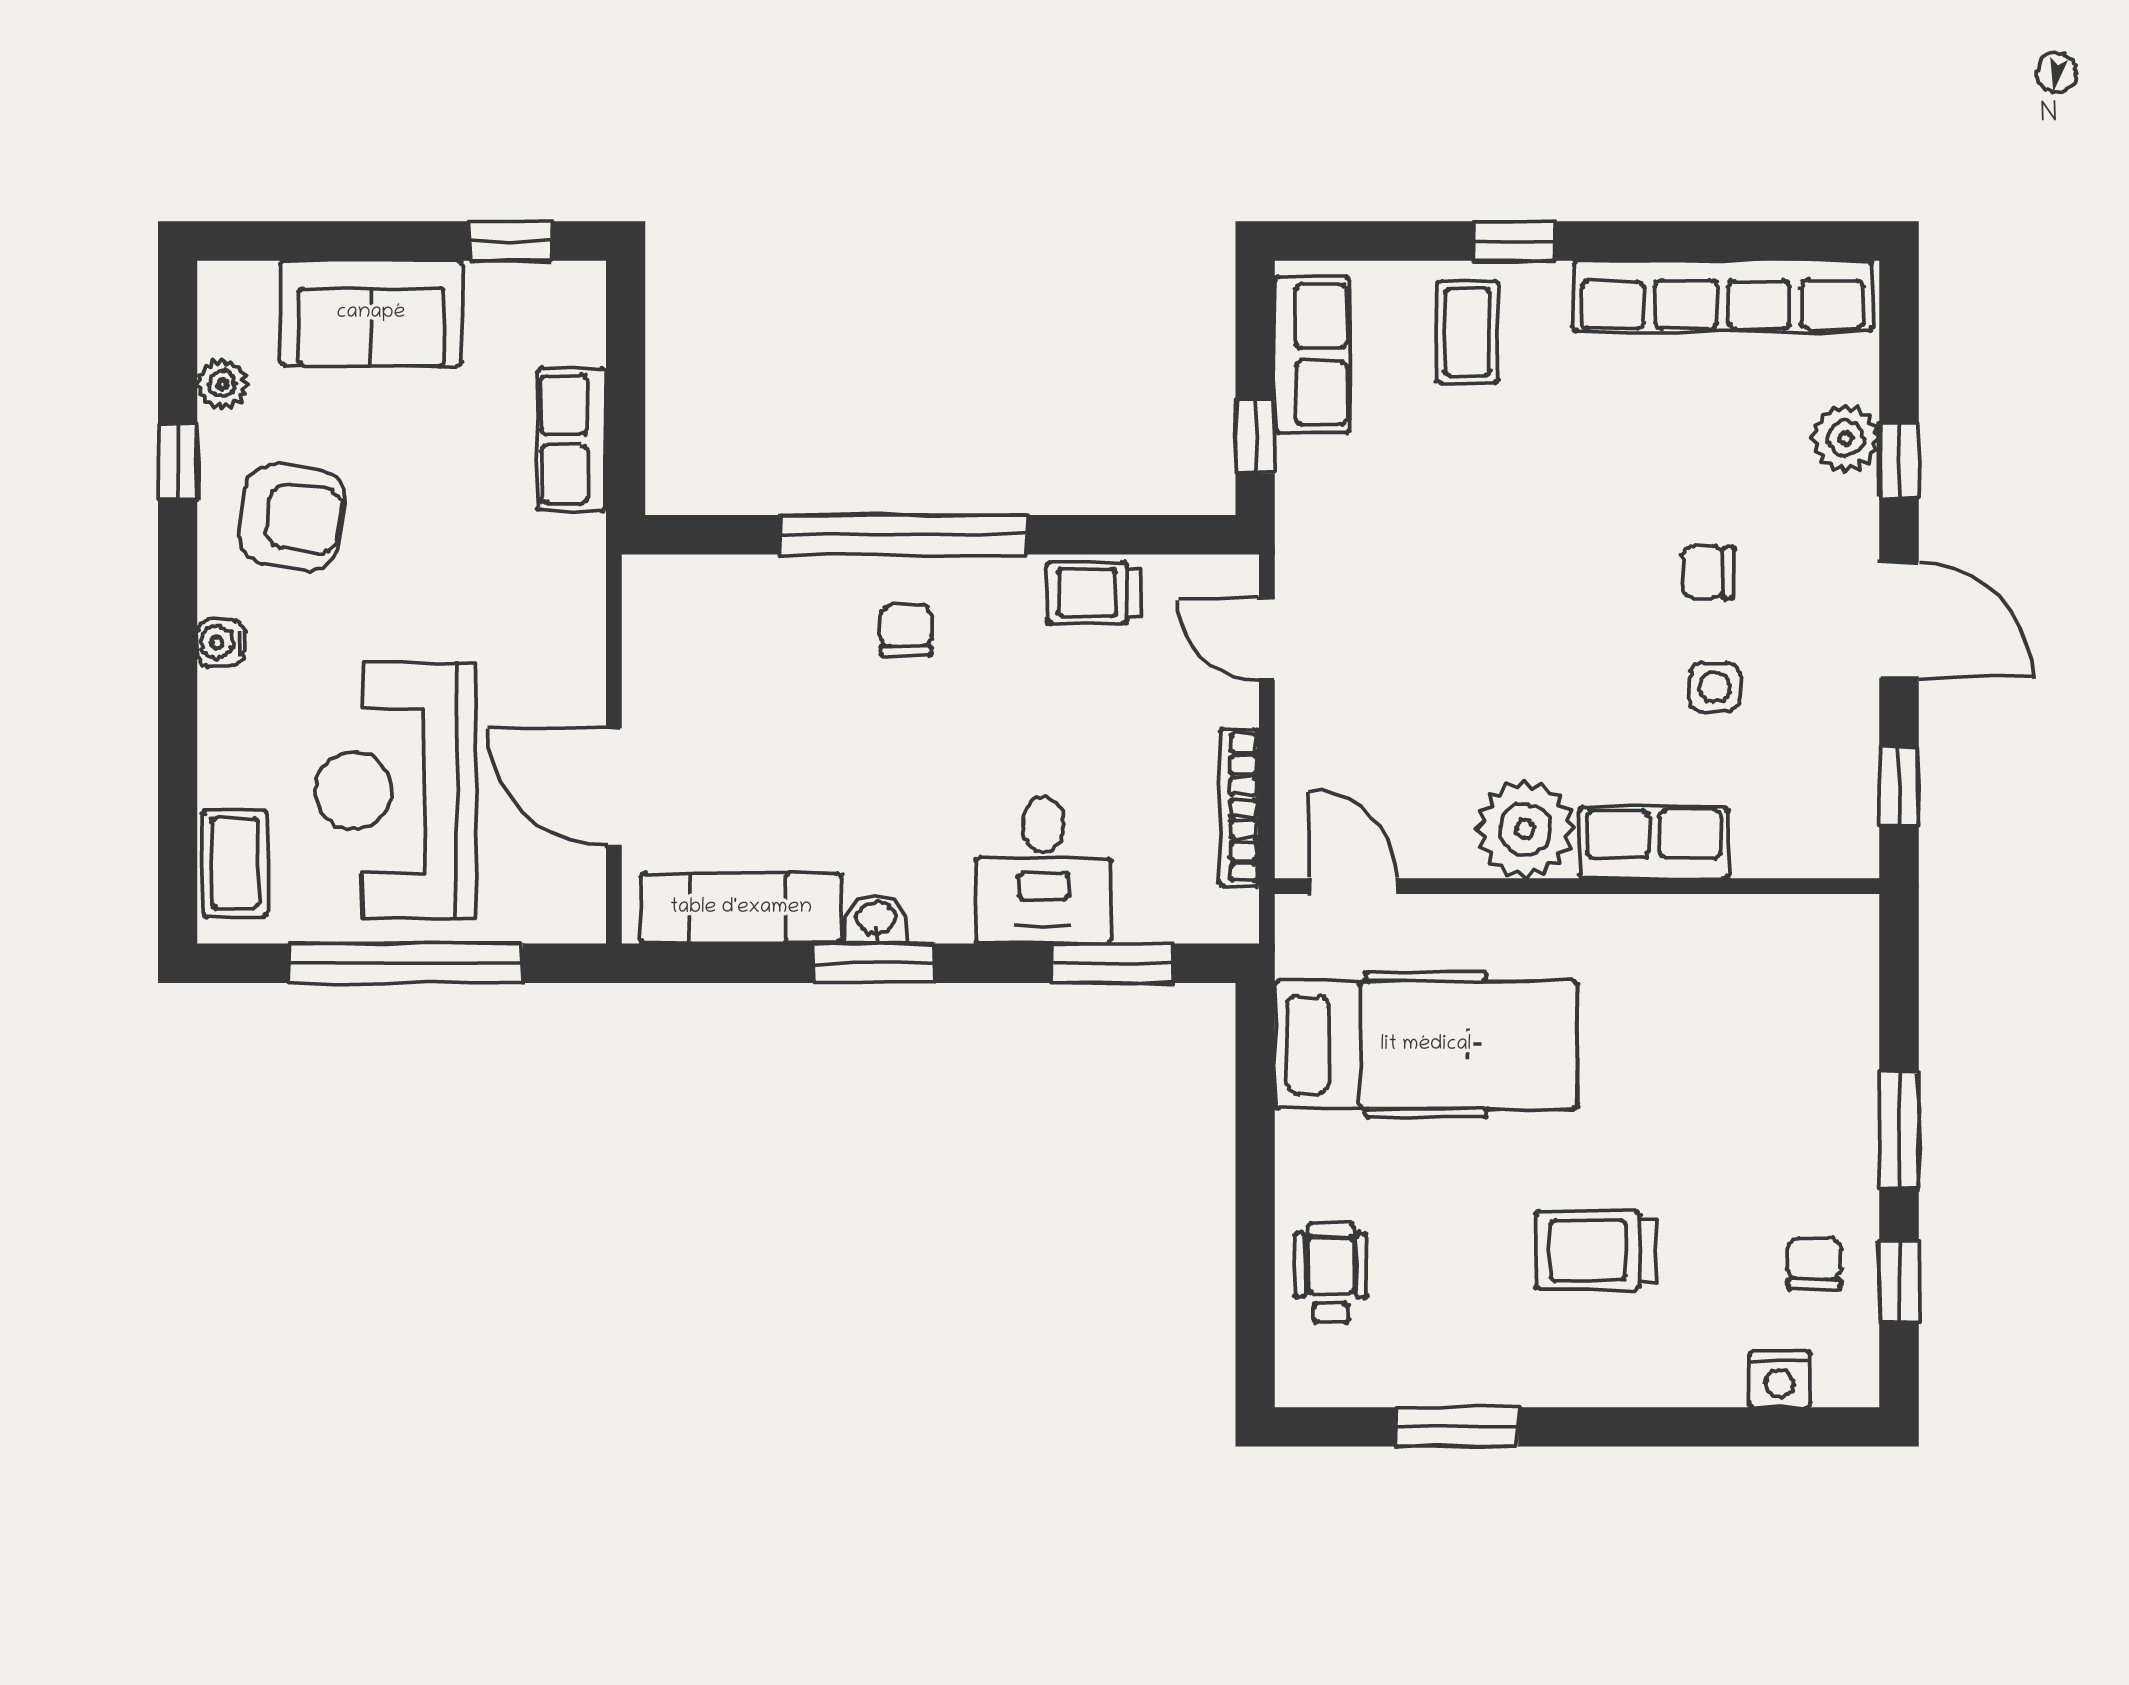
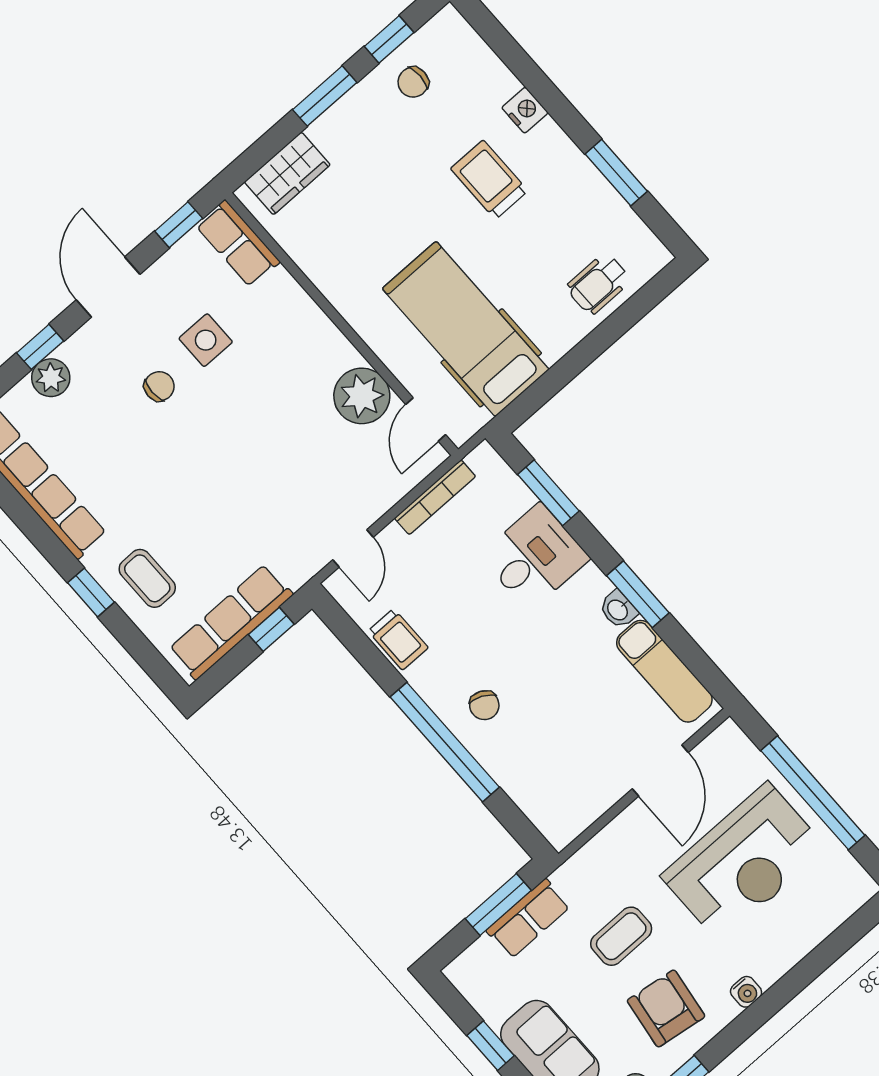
window: (510, 241) -> (490, 1046), moved
coffee table: (1467, 332) -> (147, 578), turned 90
row of seats: (1312, 354) -> (231, 622), width x1.48
window: (626, 416) -> (498, 905), added
chair: (1708, 572) -> (159, 386), turned -91
chair: (906, 630) -> (484, 705), turned -65
side table: (1715, 687) -> (206, 340), width x1.37, depth x1.37
plant: (1525, 829) -> (362, 396), moved
row of seats: (1654, 843) -> (238, 244), moved
coffee table: (235, 863) -> (621, 936), moved
wardrobe: (1840, 990) -> (287, 173), added
trolley: (1596, 1250) -> (489, 180), turned 180
nightstand: (1780, 1379) -> (525, 110), moved

